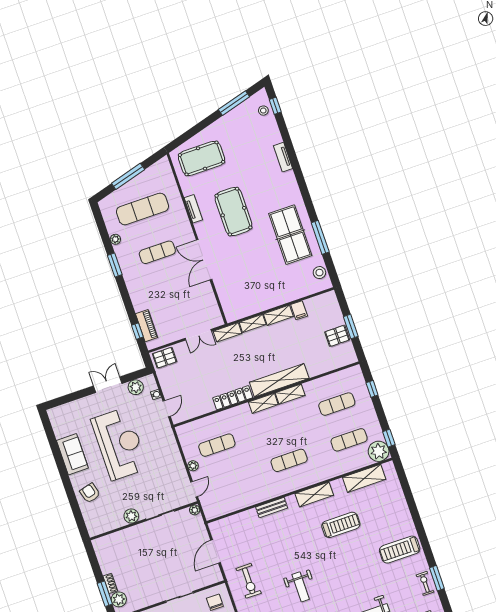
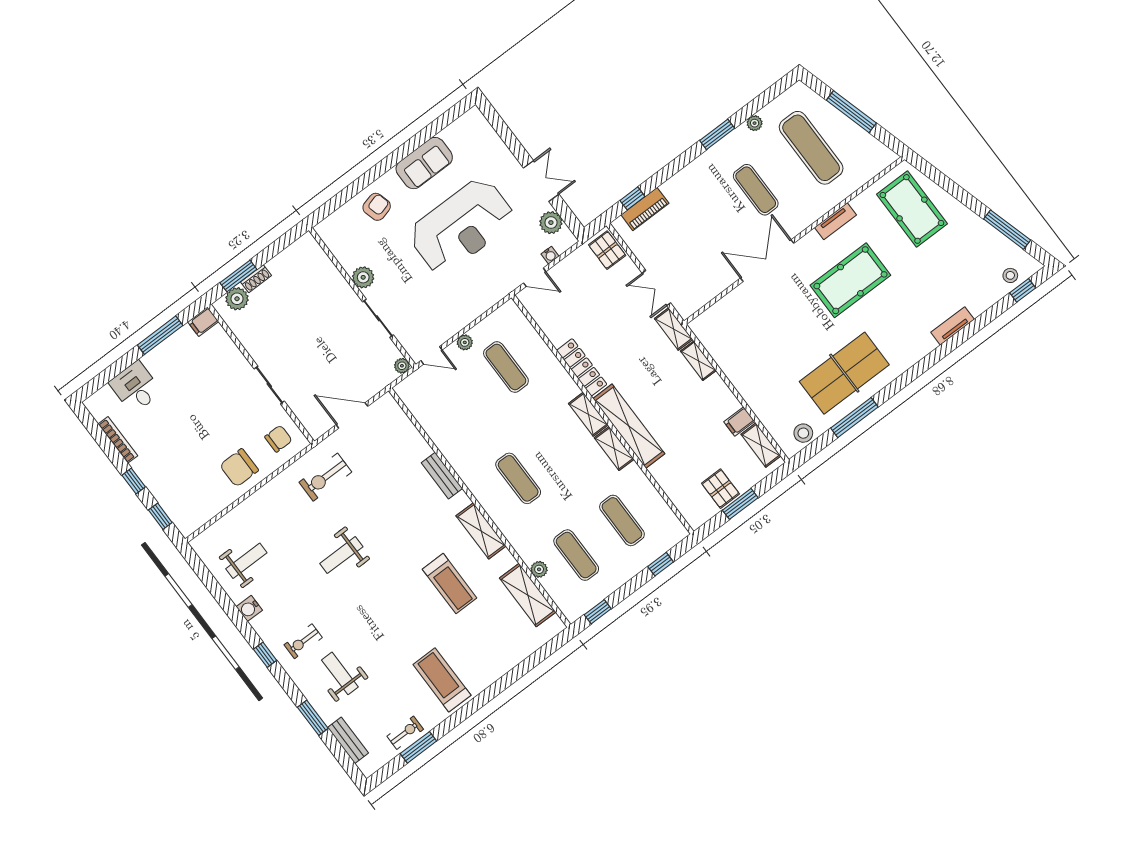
shelving: (278, 315) -> (761, 445), moved
plant: (379, 451) -> (539, 569), moved, width x0.53, depth x0.53

